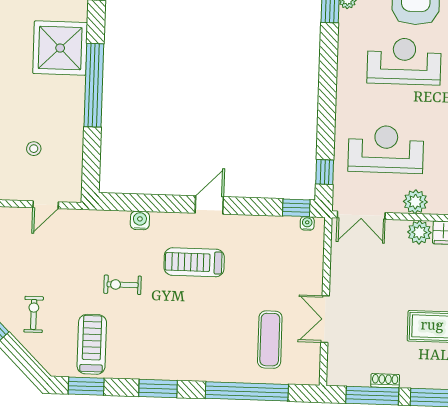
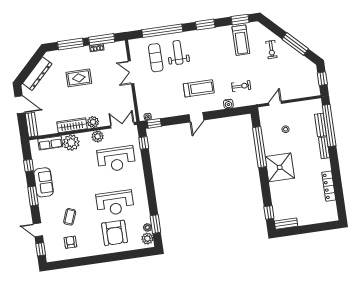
shower: (60, 48) -> (280, 167), moved
window: (94, 85) -> (260, 147), moved
exercise bike: (123, 285) -> (241, 86), moved
double door: (325, 319) -> (131, 72), swing flipped
weight bench: (223, 342) -> (178, 52), added

